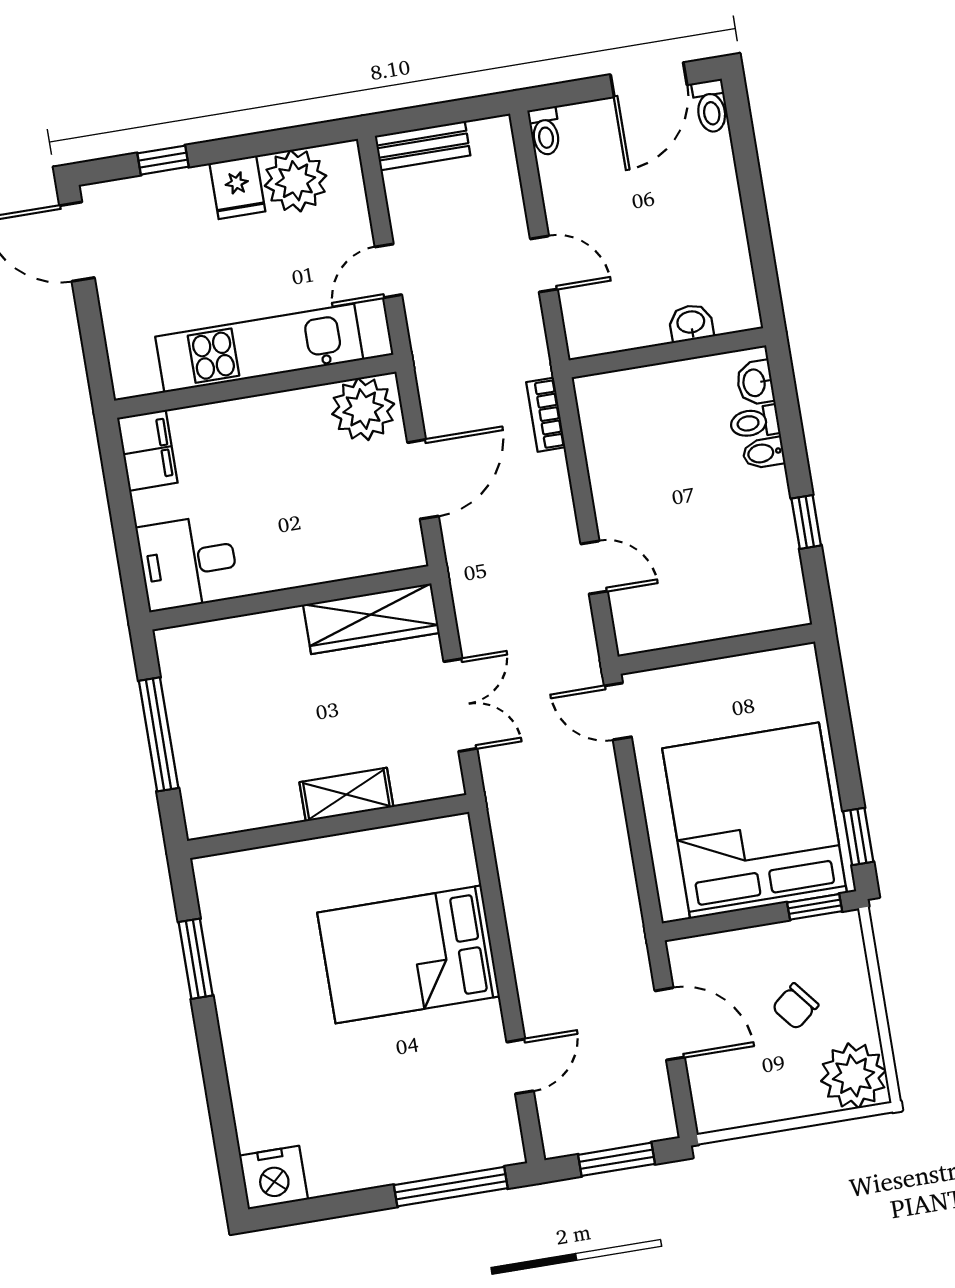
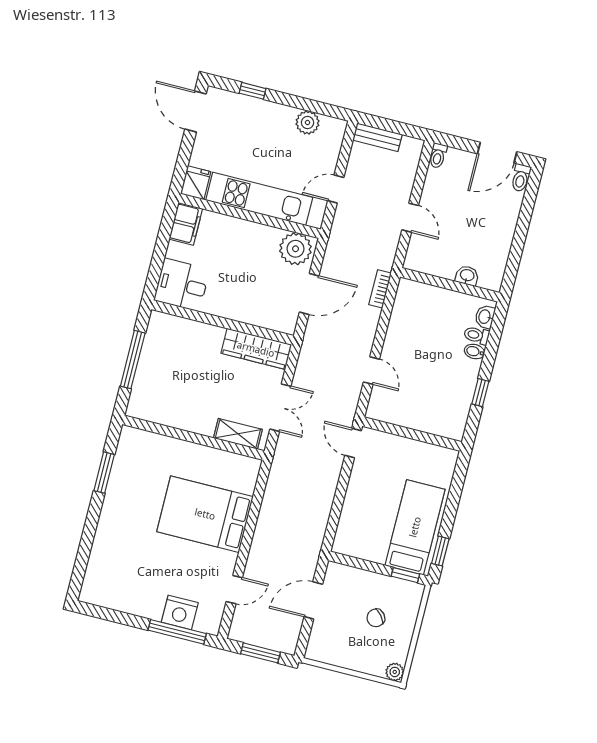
plant: (296, 181) -> (307, 123), width x0.73, depth x0.73
fridge: (237, 187) -> (196, 183), moved, turned 180
shelving: (346, 795) -> (238, 434), moved
bed: (755, 821) -> (415, 527), width x0.49
door: (670, 1024) -> (313, 600), swing flipped
plant: (854, 1076) -> (395, 672), width x0.53, depth x0.53
nightstand: (274, 1178) -> (180, 612), moved

